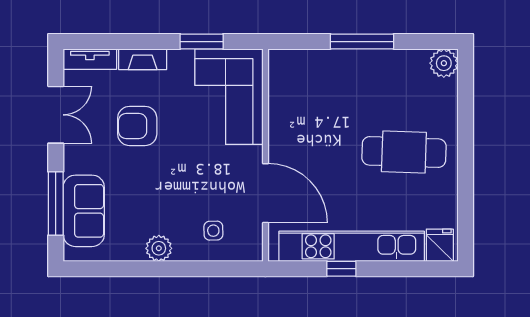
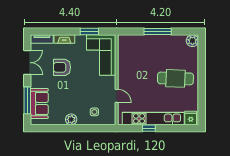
door: (265, 193) -> (117, 96), width x0.53

